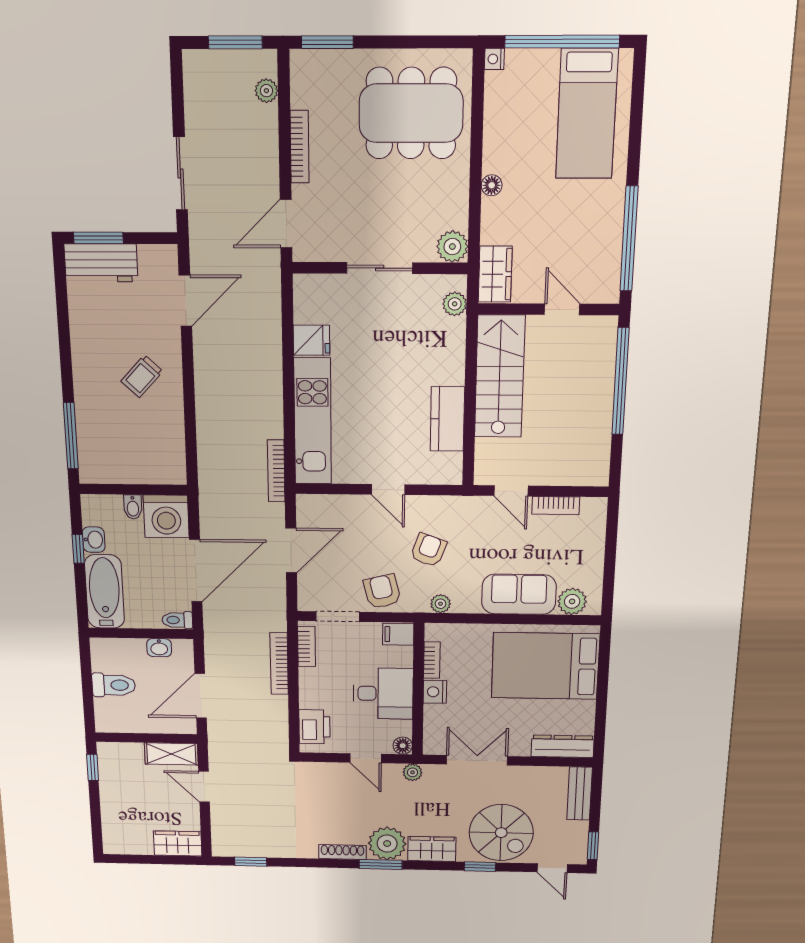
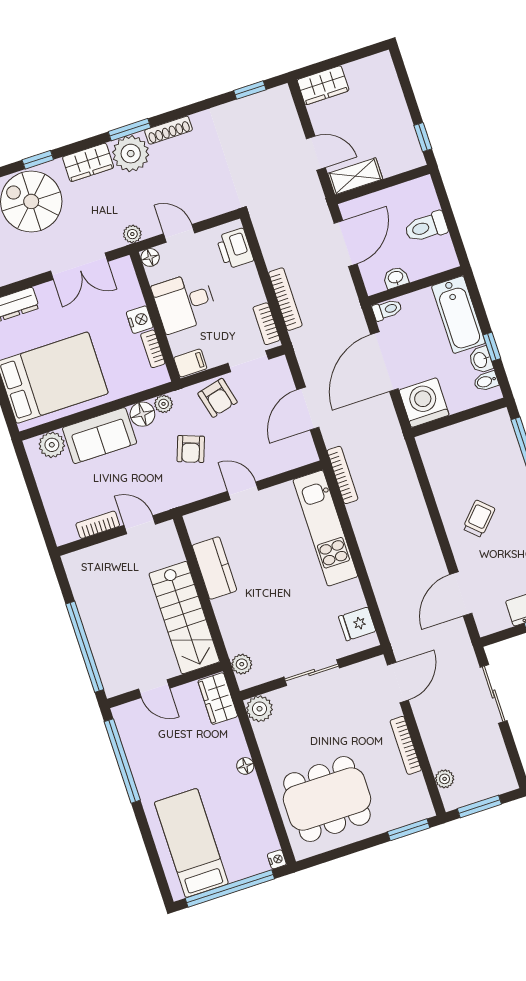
fridge: (311, 340) -> (357, 624), moved
bidet: (133, 507) -> (486, 381), moved, turned -90
floor lamp: (466, 601) -> (142, 414), added

